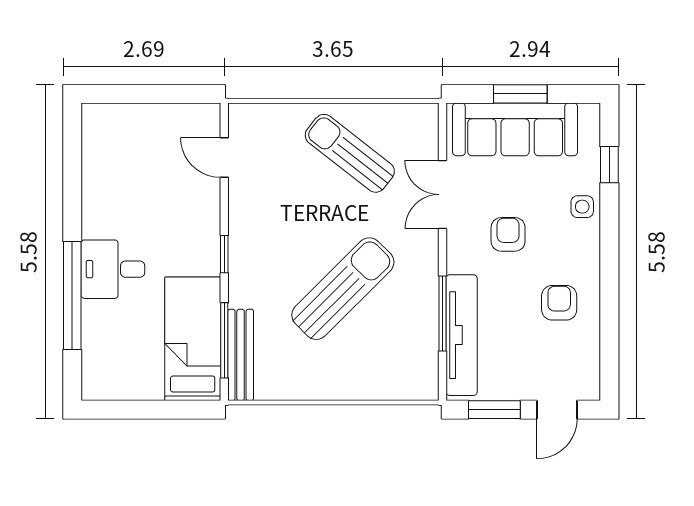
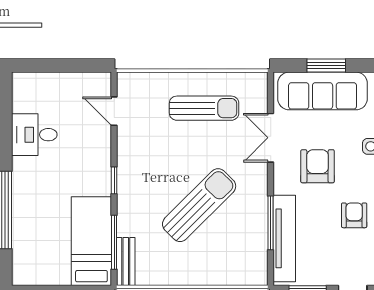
sun lounger: (350, 153) -> (204, 108), turned 142
armchair: (508, 234) -> (318, 166), width x1.38, depth x1.38
desk: (113, 269) -> (34, 135), moved
bench: (241, 355) -> (126, 261), width x0.73

